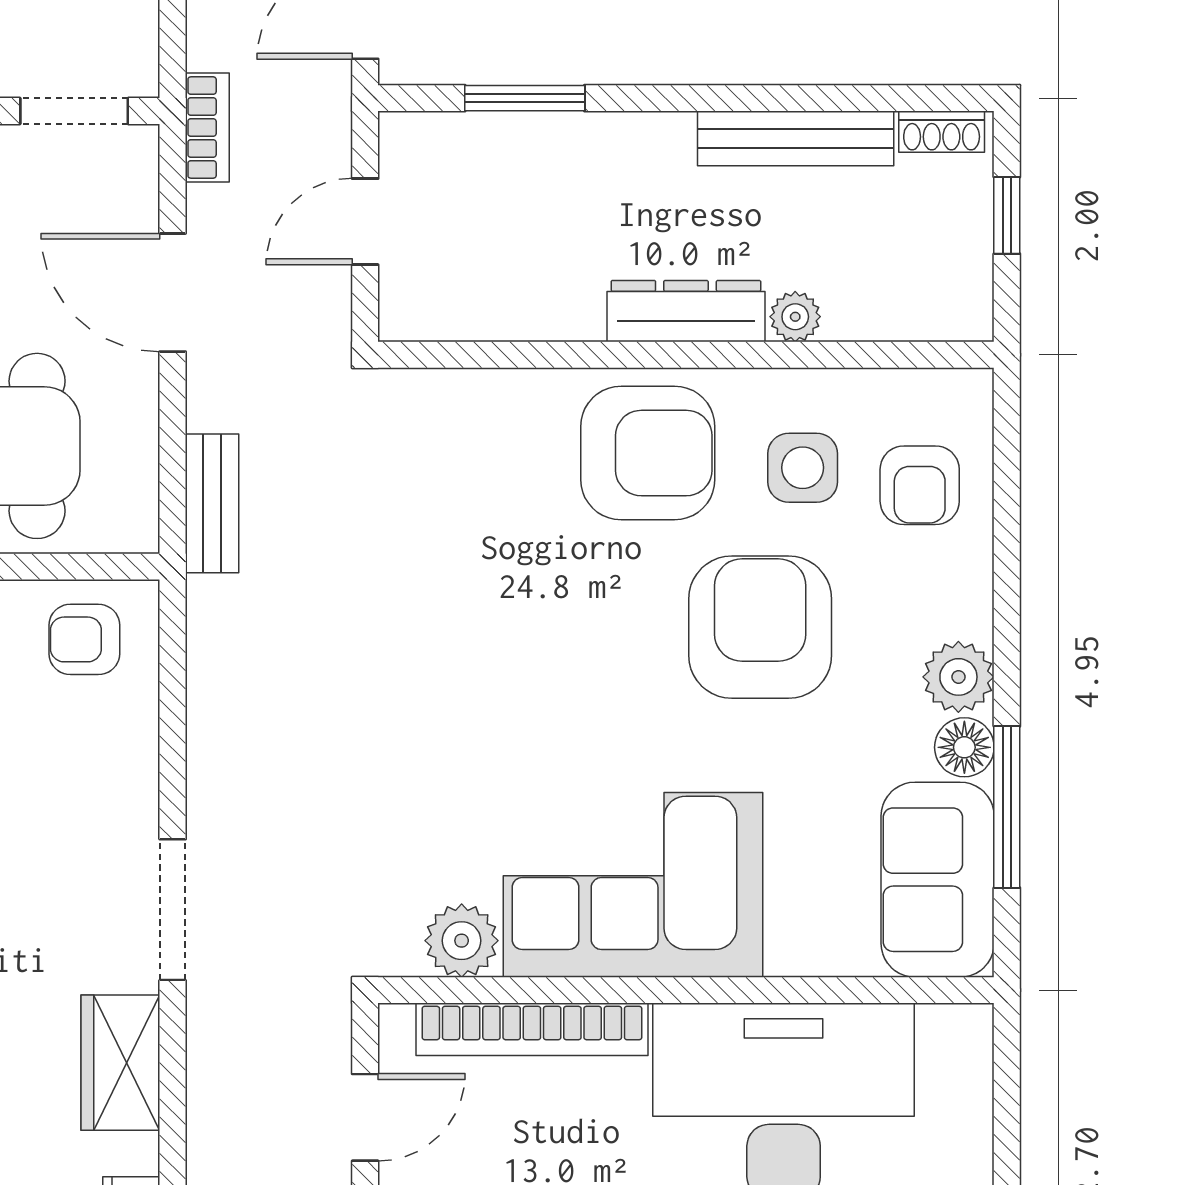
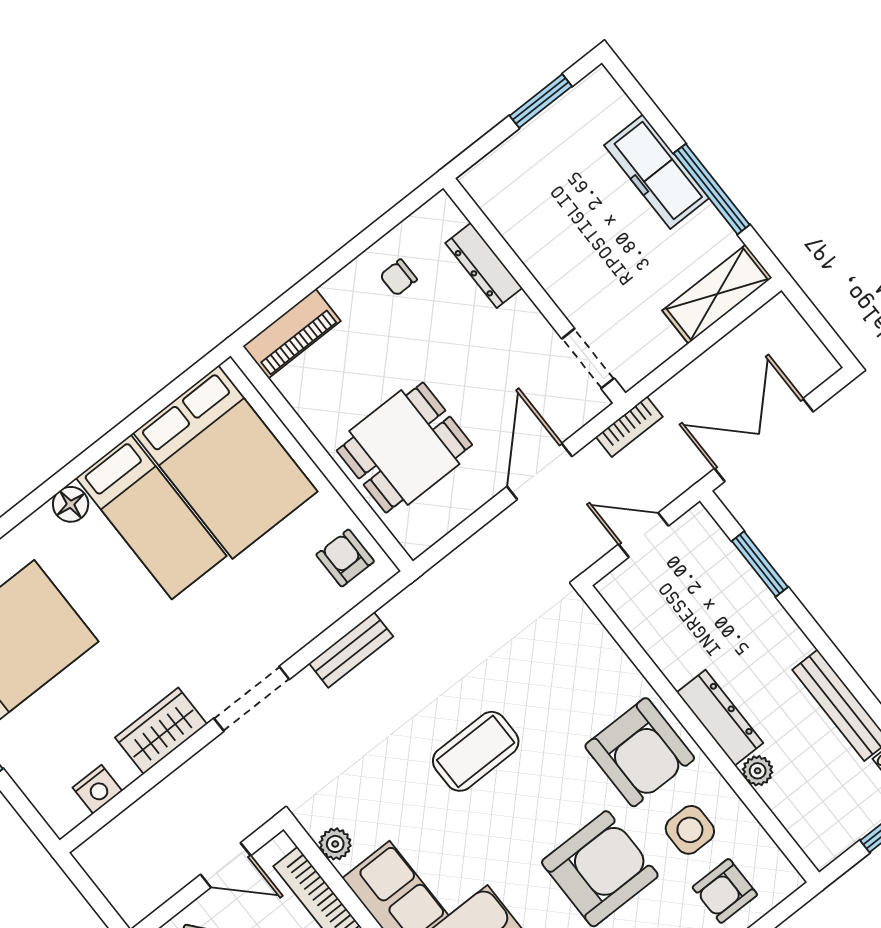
bench: (212, 503) -> (351, 650), moved
coffee table: (476, 669) -> (476, 751), added
plant: (462, 941) -> (335, 844), width x0.73, depth x0.73

